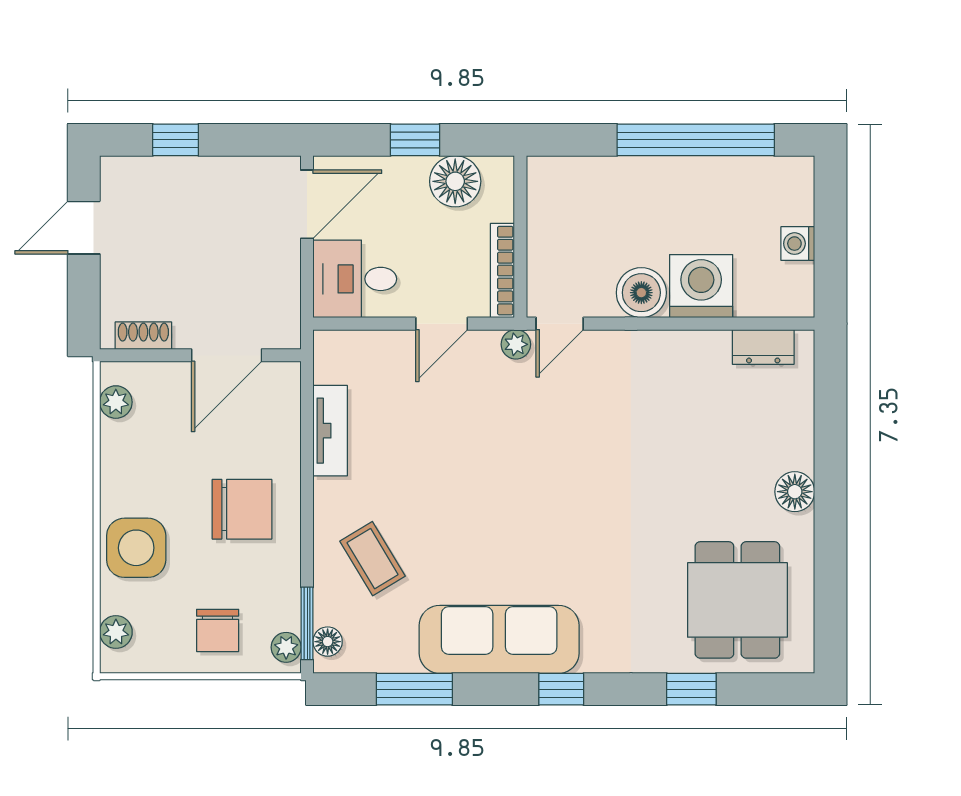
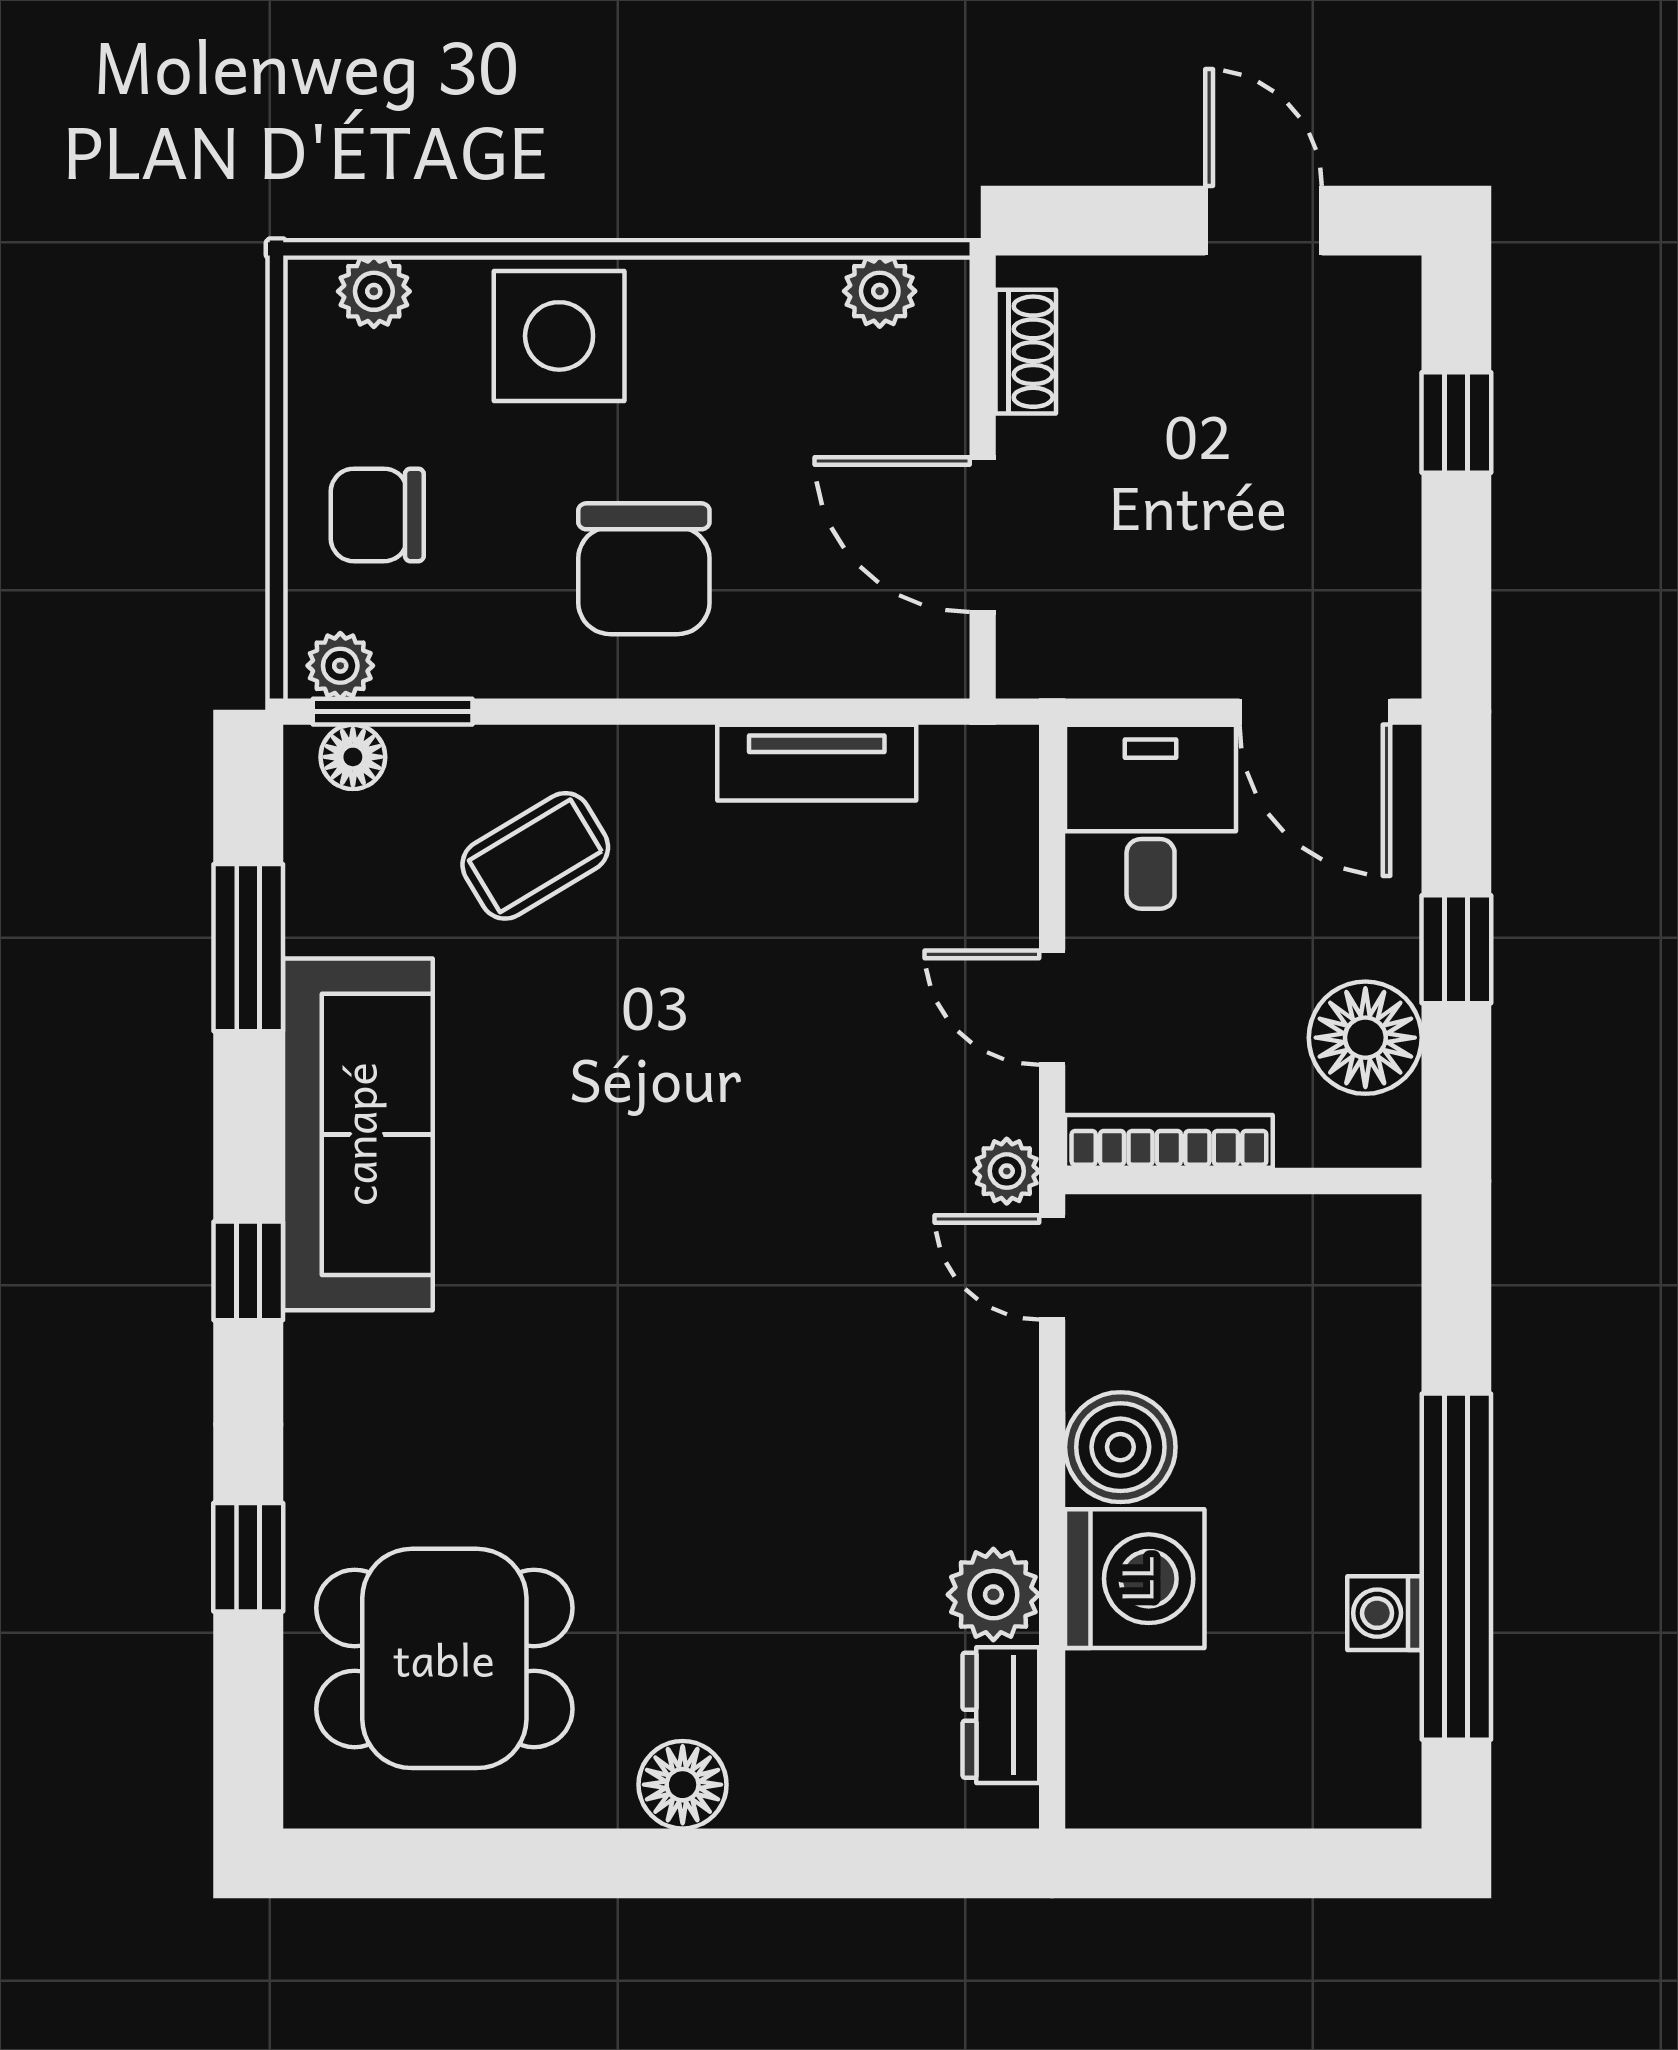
washing machine: (798, 244) -> (1384, 1613), moved, turned -90
plant: (708, 350) -> (993, 1595), added

